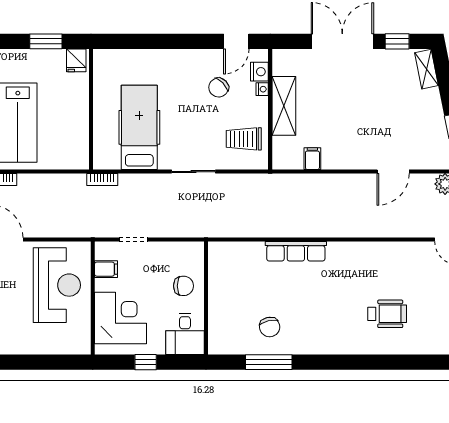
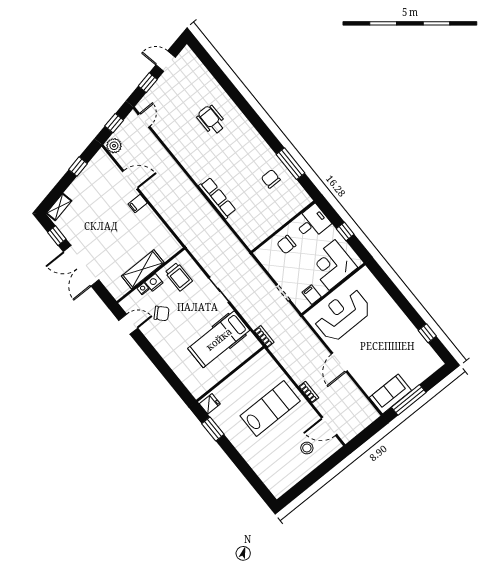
nightstand: (259, 72) -> (154, 282), moved
filing cabinet: (312, 159) -> (138, 204), moved
chair: (183, 286) -> (286, 245), turned -90
chair: (270, 327) -> (271, 179), turned -77

